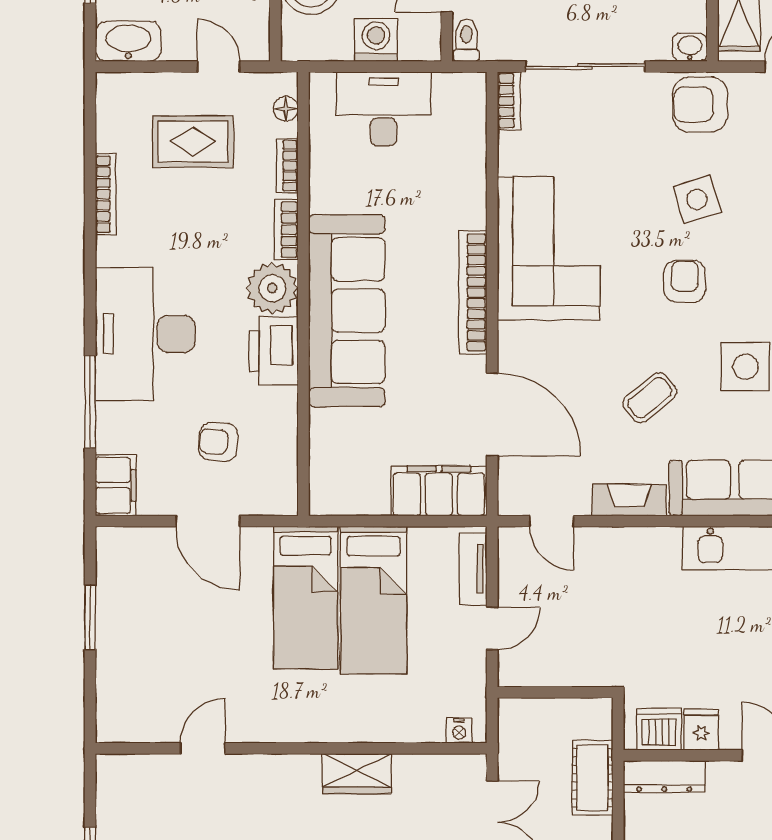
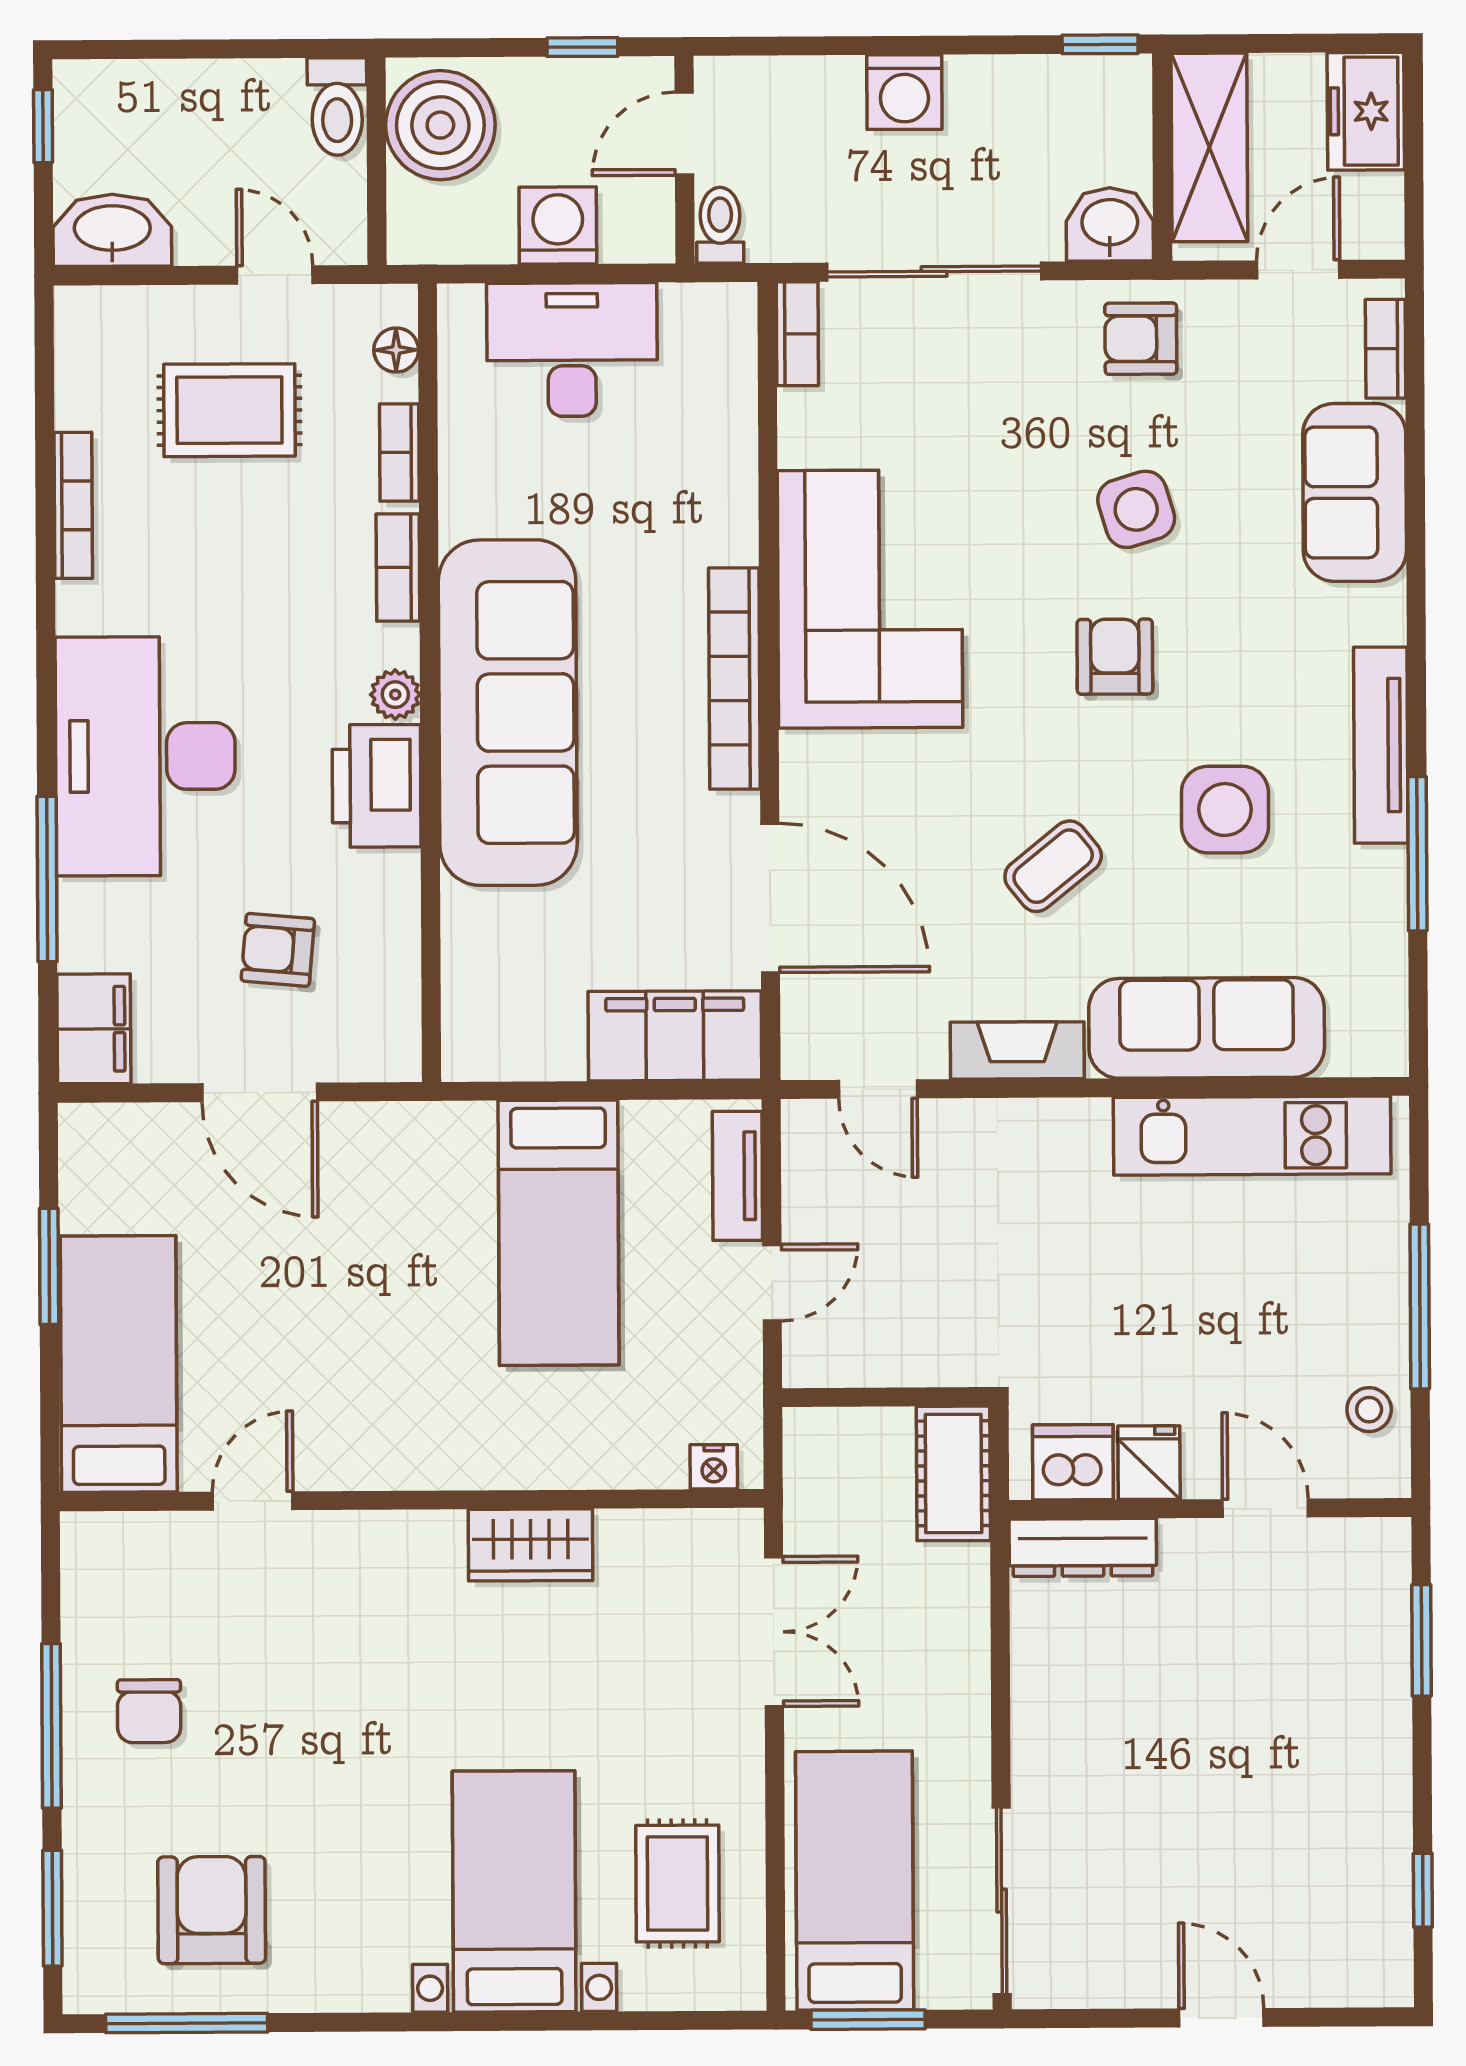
washbasin: (690, 47) -> (1110, 224), width x1.38, depth x1.45
armchair: (700, 105) -> (1141, 339), width x0.72, depth x0.72
plant: (272, 288) -> (395, 695), width x0.53, depth x0.53
bed: (306, 598) -> (119, 1364), moved, turned 180
cot: (592, 778) -> (953, 1473), moved

